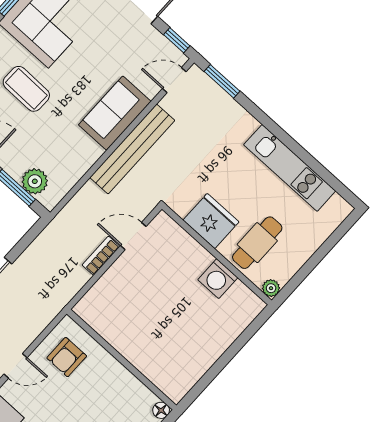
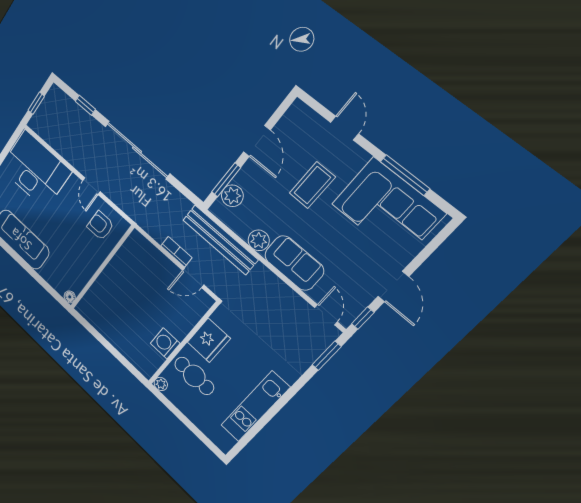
bench: (132, 149) -> (220, 240), moved
plant: (88, 153) -> (259, 240), added
door: (133, 236) -> (193, 278), swing flipped

